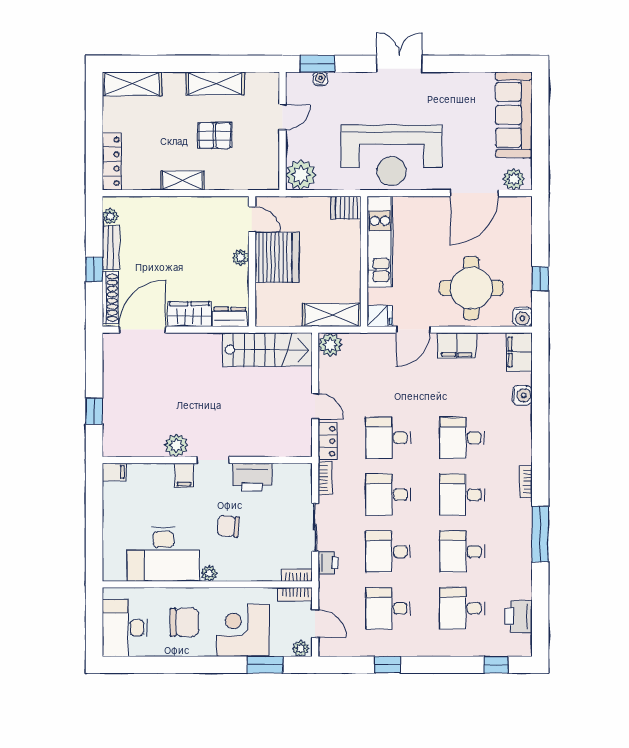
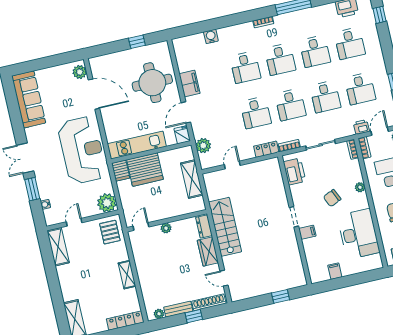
window: (317, 64) -> (32, 189), moved
shelving: (215, 84) -> (58, 247), moved
sofa: (514, 115) -> (29, 99), moved, turned -90
door: (283, 117) -> (74, 222), hinge flipped
pallet: (215, 135) -> (110, 232), moved
server rack: (277, 257) -> (145, 170), moved, turned 180
shelving: (332, 315) -> (192, 179), moved
water cooler: (522, 317) -> (163, 47), removed
door: (142, 330) -> (224, 278), width x0.53
door: (413, 330) -> (186, 112), swing flipped
plant: (330, 345) -> (203, 146), moved
stairs: (267, 350) -> (225, 227), moved
filing cabinet: (519, 352) -> (185, 44), removed
door: (315, 406) -> (232, 165), moved
plant: (176, 445) -> (290, 241), removed
filing cabinet: (114, 472) -> (335, 271), moved
printer: (252, 477) -> (295, 171), moved
chair: (228, 526) -> (332, 198), turned 60
printer: (328, 563) -> (361, 127), moved
plant: (209, 573) -> (360, 187), moved

